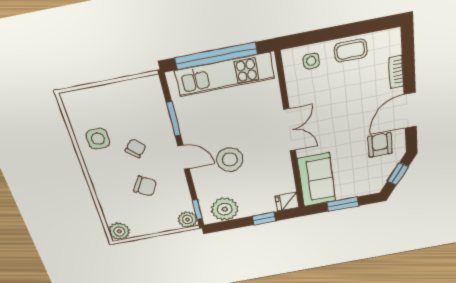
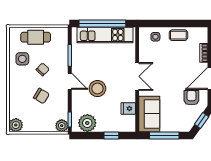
cafe table: (109, 101) -> (36, 37), added
fridge: (287, 202) -> (128, 109), moved
window: (343, 204) -> (164, 135), width x1.44

